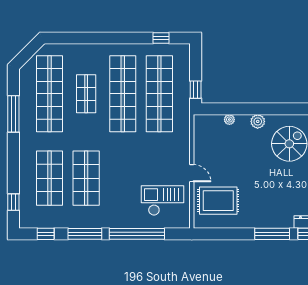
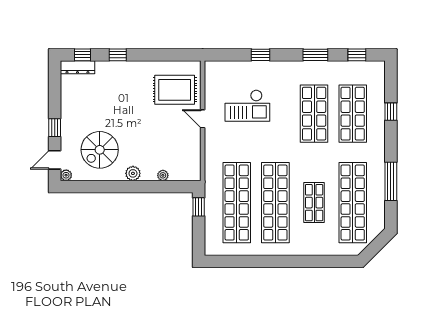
window: (161, 38) -> (235, 261), removed
checkout: (162, 201) -> (247, 106), moved
window: (13, 202) -> (391, 112), moved
window: (85, 234) -> (315, 55), width x0.69
window: (137, 234) -> (261, 55), width x0.32
window: (272, 234) -> (118, 55), width x0.46

